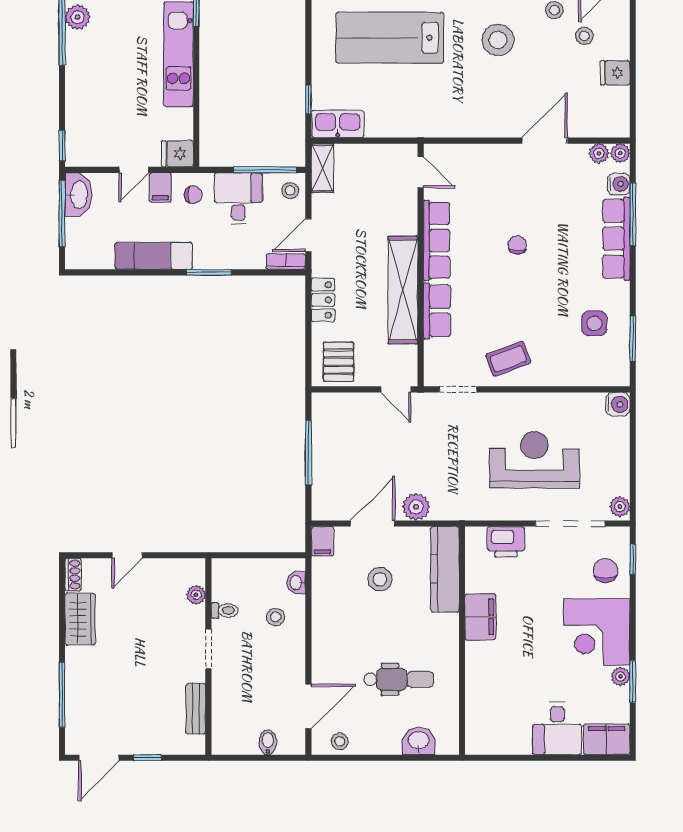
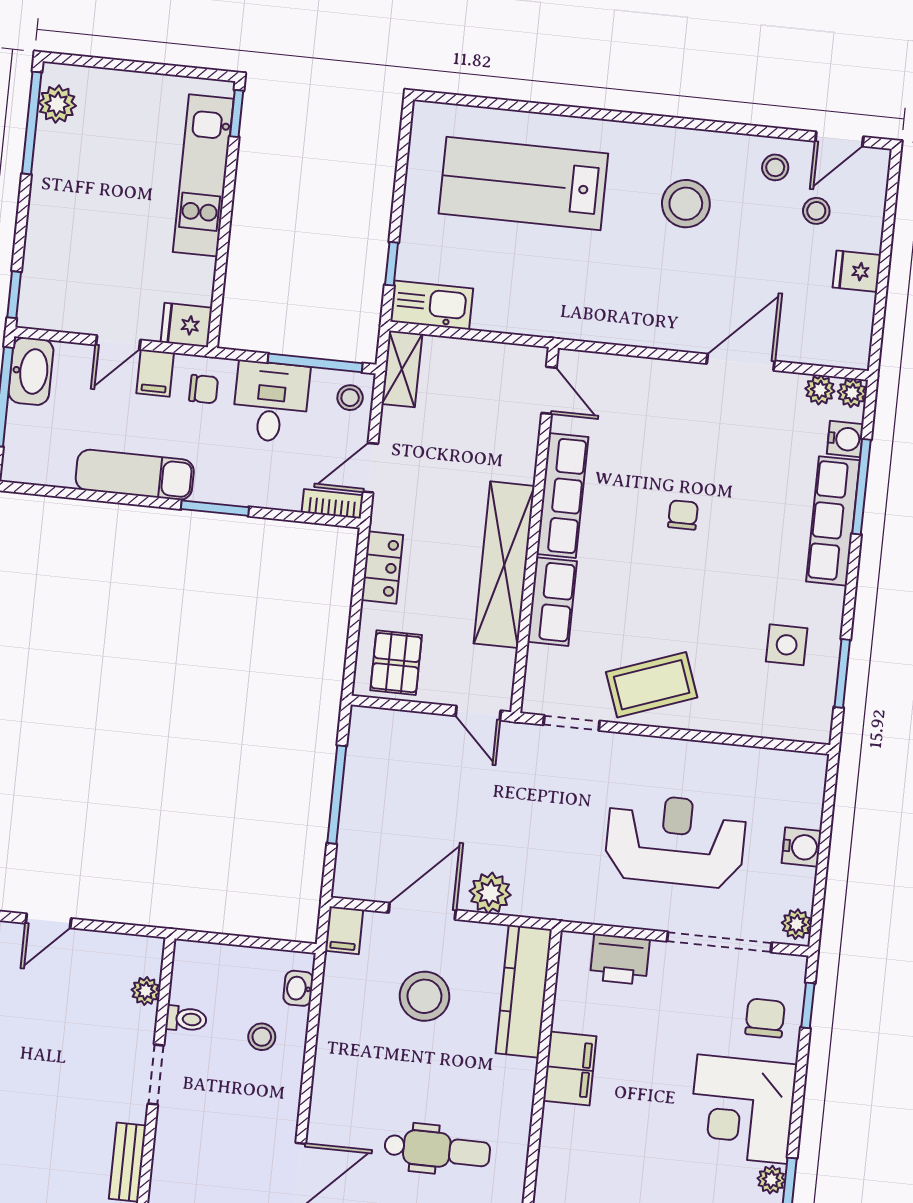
coffee table: (508, 359) -> (652, 685), width x1.36, depth x1.30
water cooler: (618, 404) -> (802, 847), moved
stool: (380, 579) -> (424, 996), width x1.38, depth x1.38

